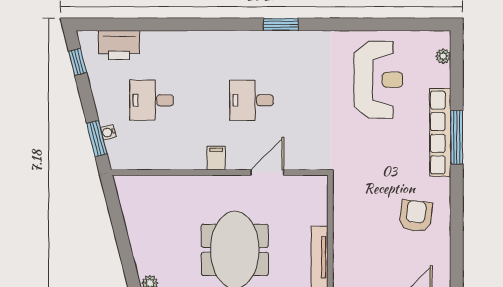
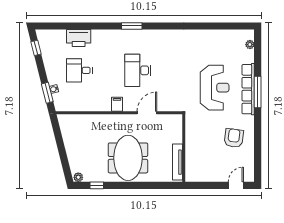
window: (281, 24) -> (132, 26), moved
printer: (119, 45) -> (79, 38), moved
reception desk: (378, 80) -> (215, 88), moved
desk: (251, 100) -> (138, 70), width x1.37

